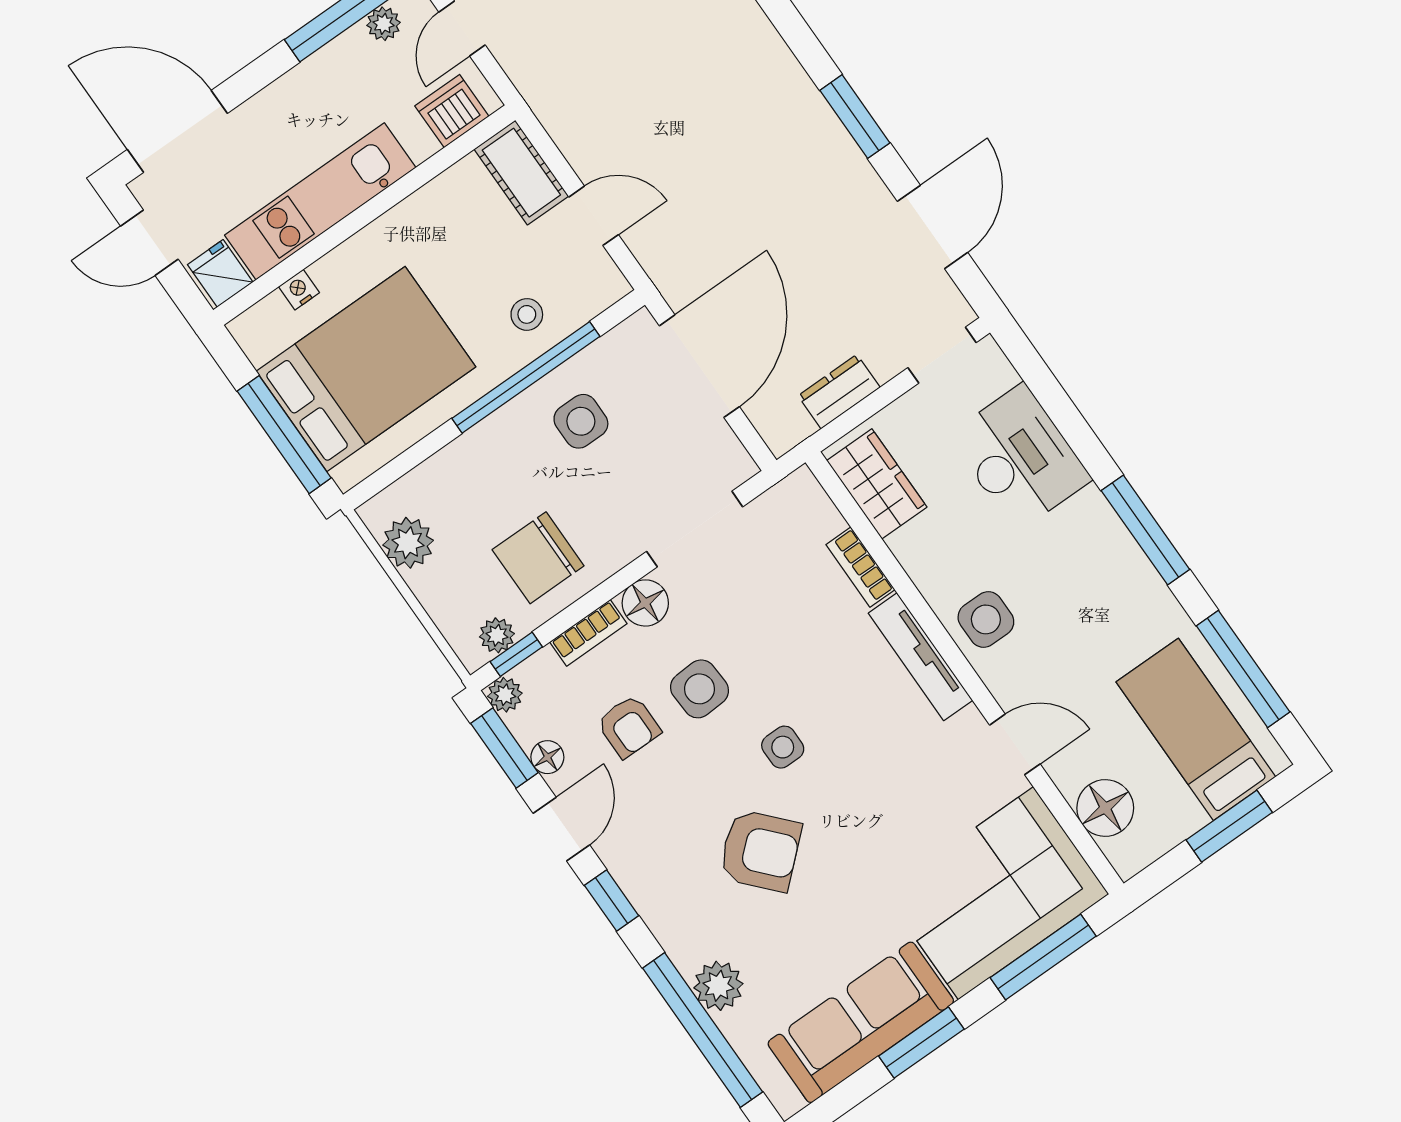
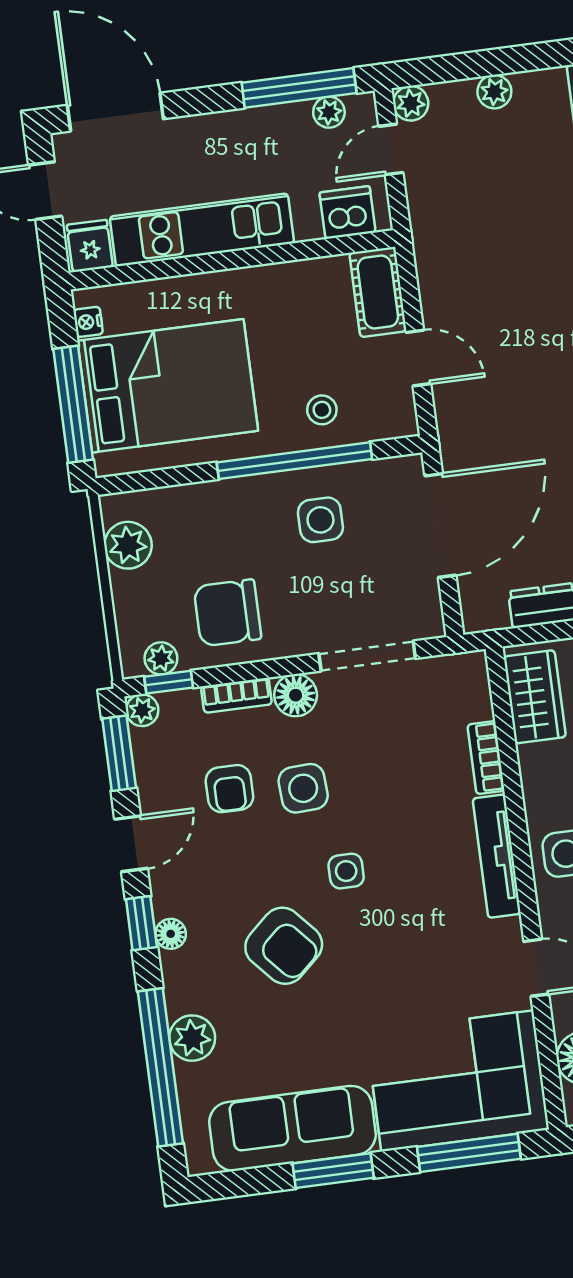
nightstand: (299, 290) -> (88, 322), moved, turned -90
floor lamp: (547, 757) -> (171, 934), moved

